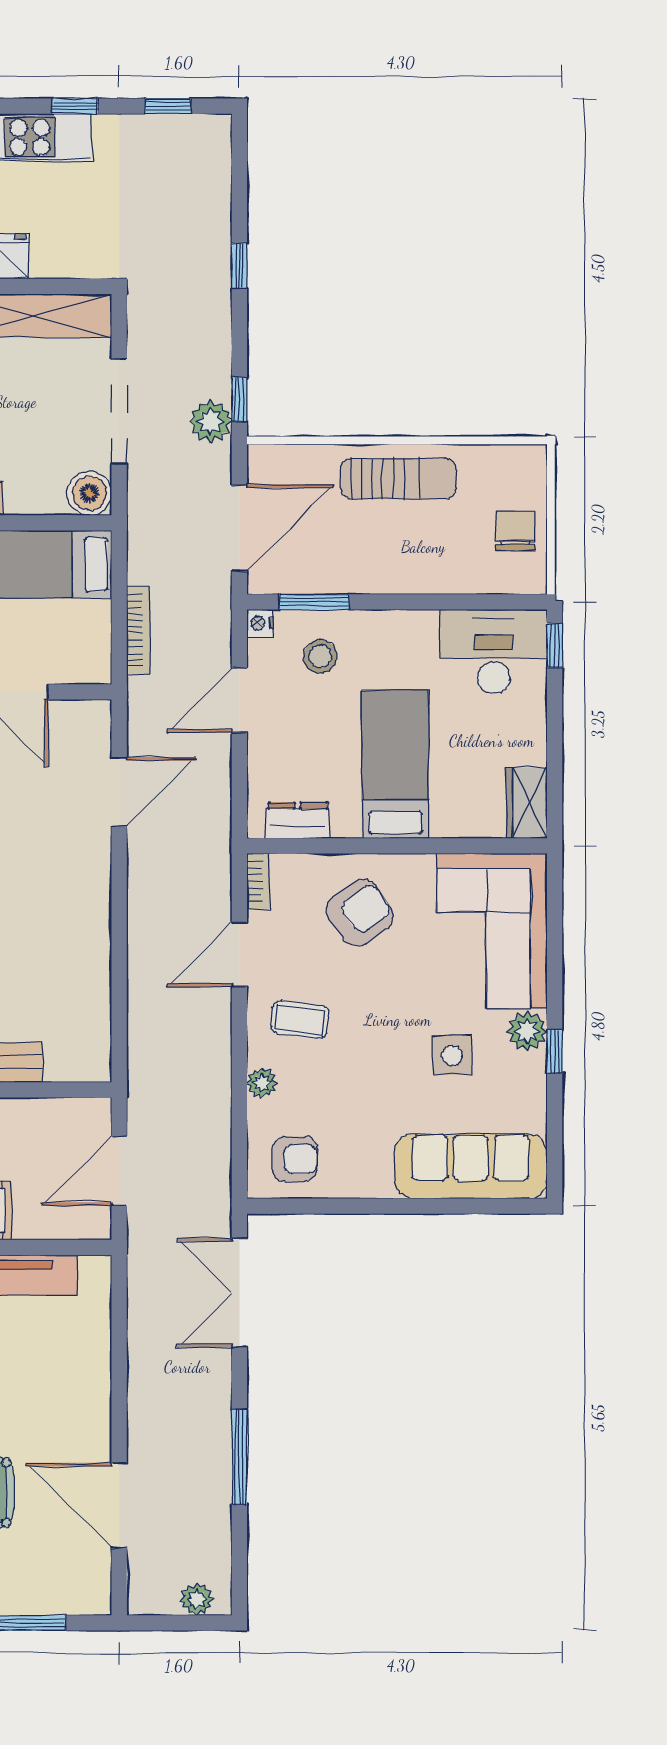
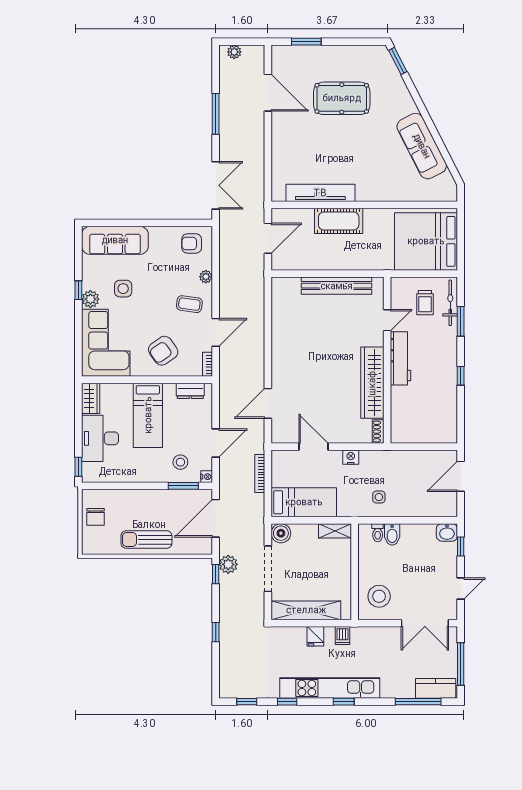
desk: (494, 651) -> (100, 438), moved, turned 90

